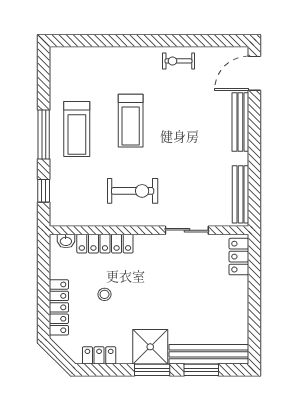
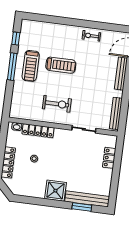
treadmill: (131, 121) -> (61, 65), turned -90
window: (44, 191) -> (16, 39), moved
locker: (239, 257) -> (109, 158), moved
locker: (99, 355) -> (27, 192), removed
window: (152, 370) -> (55, 203), removed

